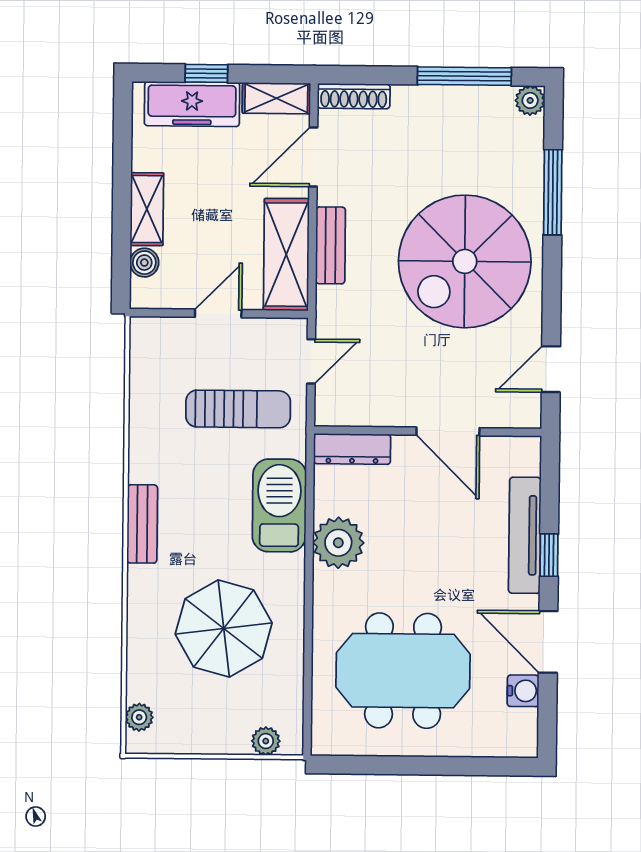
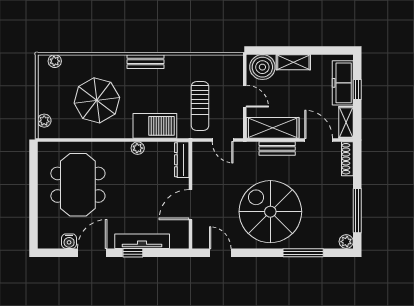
boiler: (144, 263) -> (262, 67), width x1.86, depth x1.86
plant: (338, 543) -> (138, 148), width x0.53, depth x0.53

